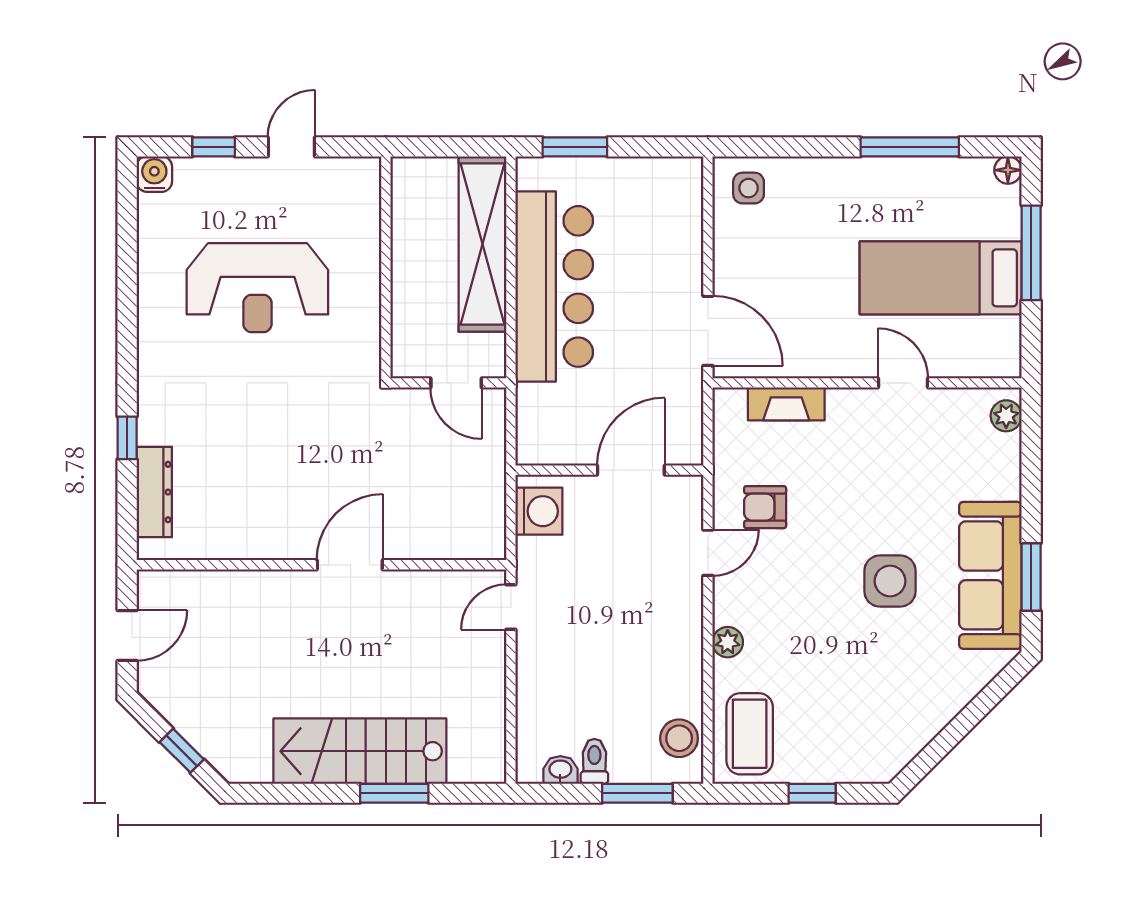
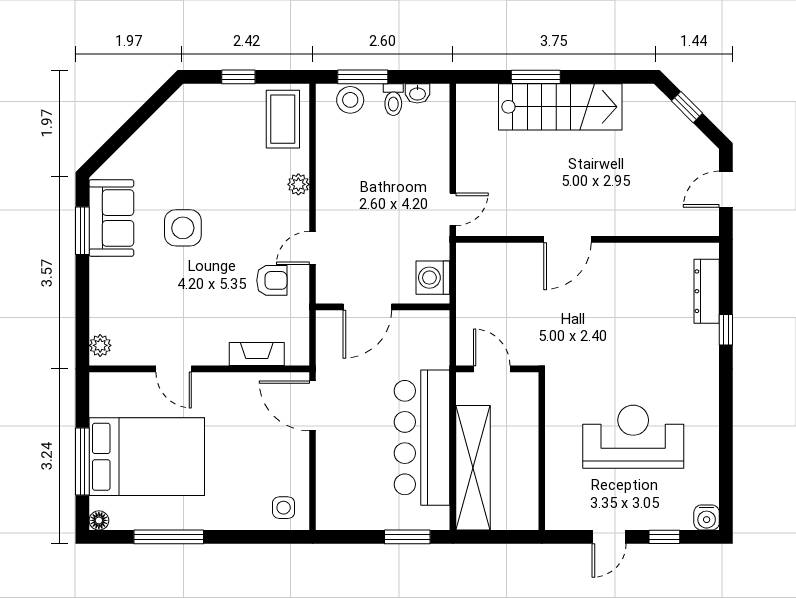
bed: (941, 278) -> (147, 457), width x1.50
sofa: (990, 575) -> (111, 218), width x0.73
stool: (679, 738) -> (350, 100), moved

